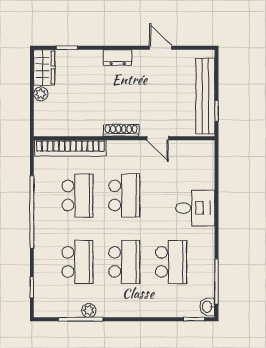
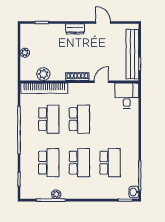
wardrobe: (44, 67) -> (27, 35), removed
plant: (69, 126) -> (43, 74), added
door: (158, 138) -> (101, 82), swing flipped
desk: (195, 208) -> (127, 96), moved, turned -90

